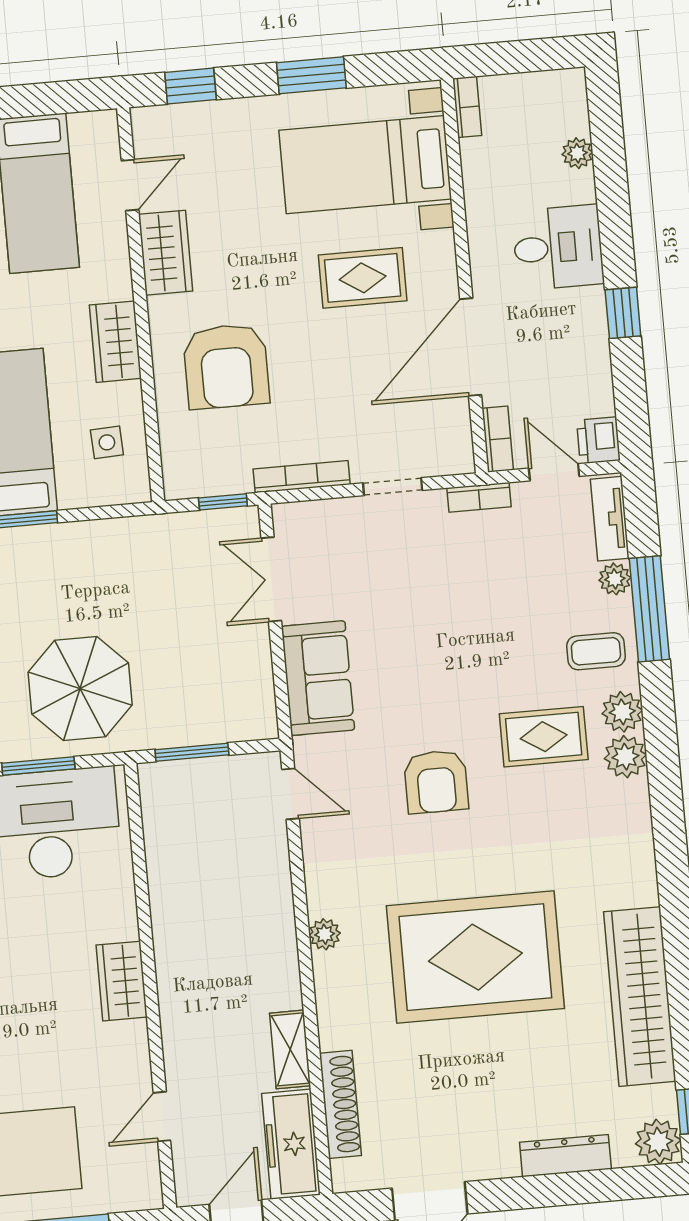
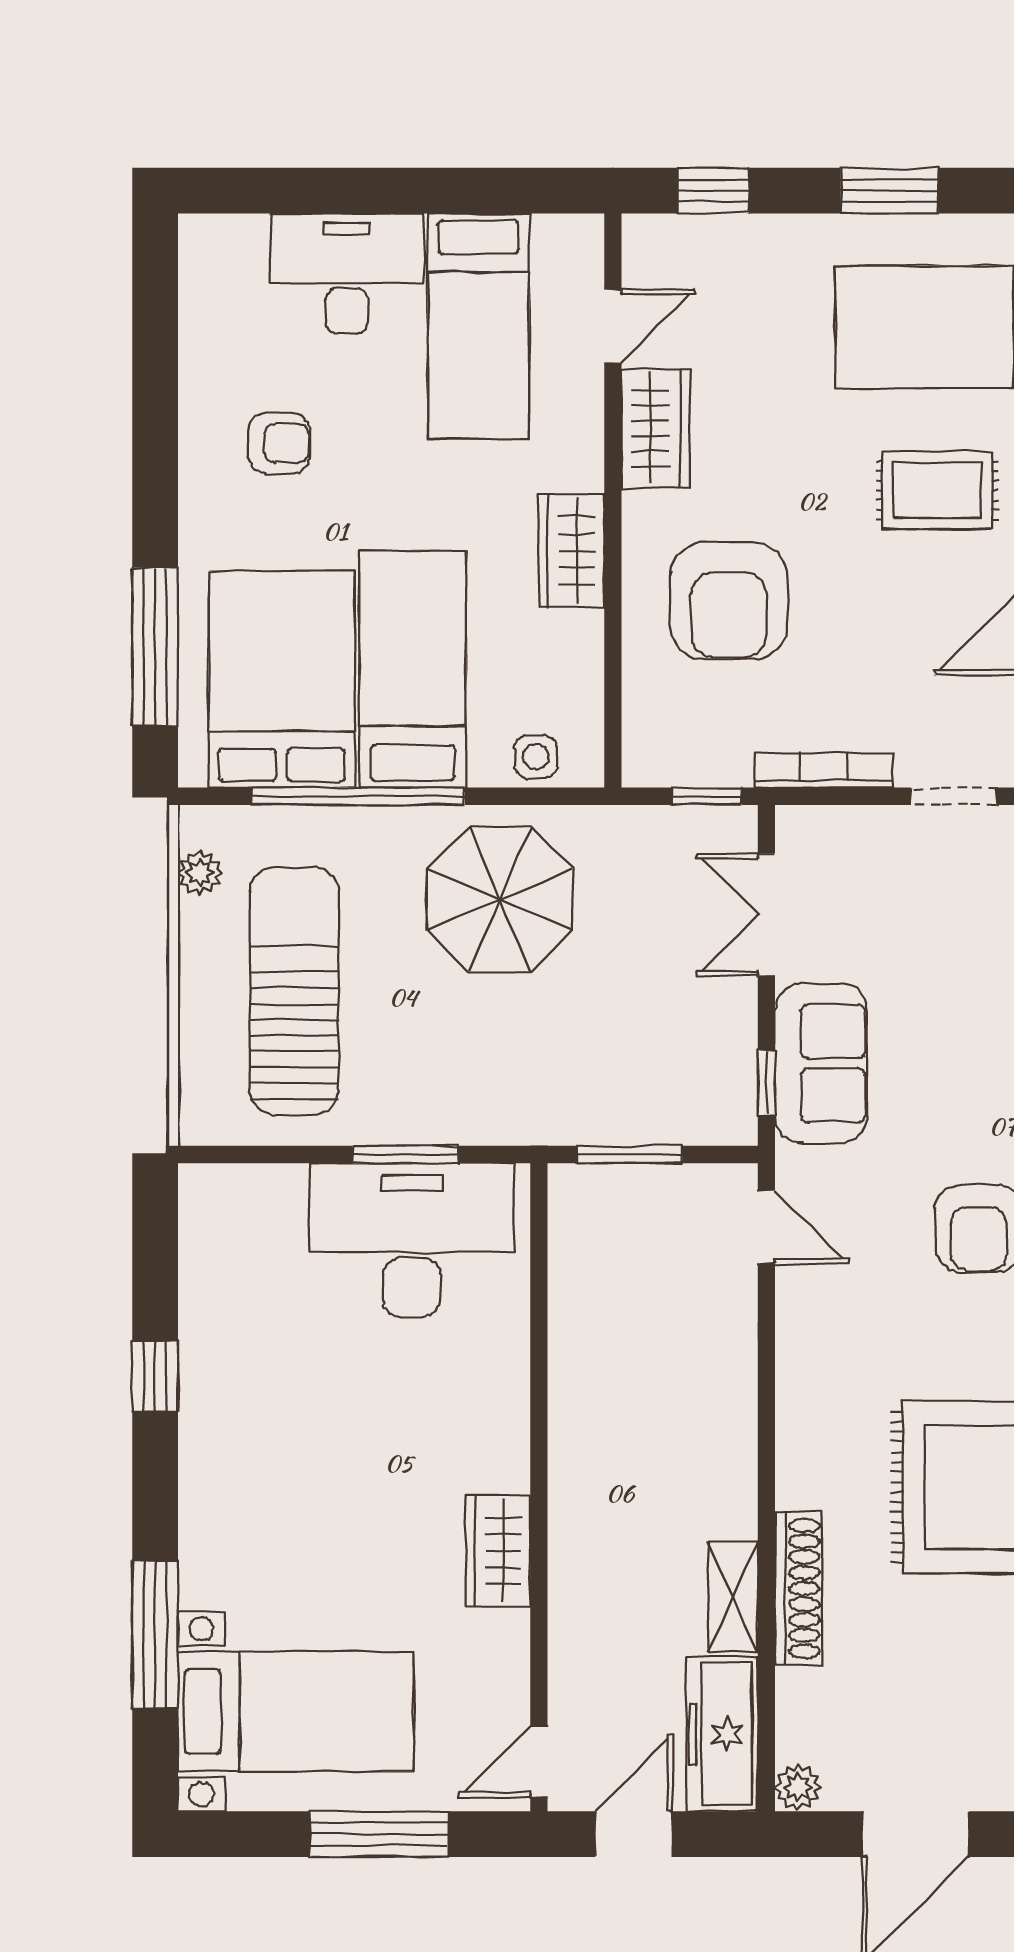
side table: (107, 442) -> (536, 757), moved
parasol: (80, 688) -> (500, 900), moved
window: (282, 695) -> (766, 1083), added
plant: (325, 934) -> (798, 1787), moved
wardrobe: (122, 981) -> (498, 1551), moved
shoe rack: (340, 1104) -> (799, 1588), moved
door: (162, 1117) -> (539, 1762), moved

